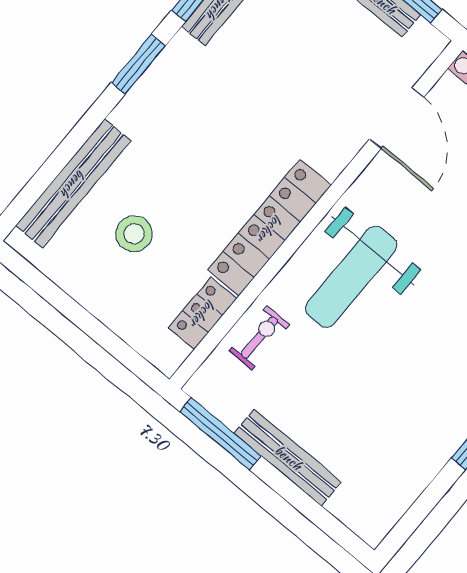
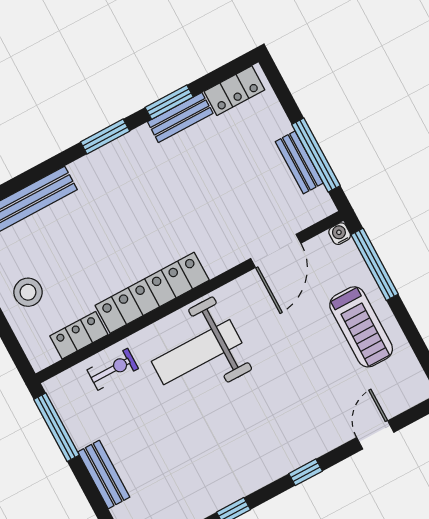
stool: (134, 234) -> (28, 292), moved
bench: (288, 458) -> (104, 474), width x0.73

